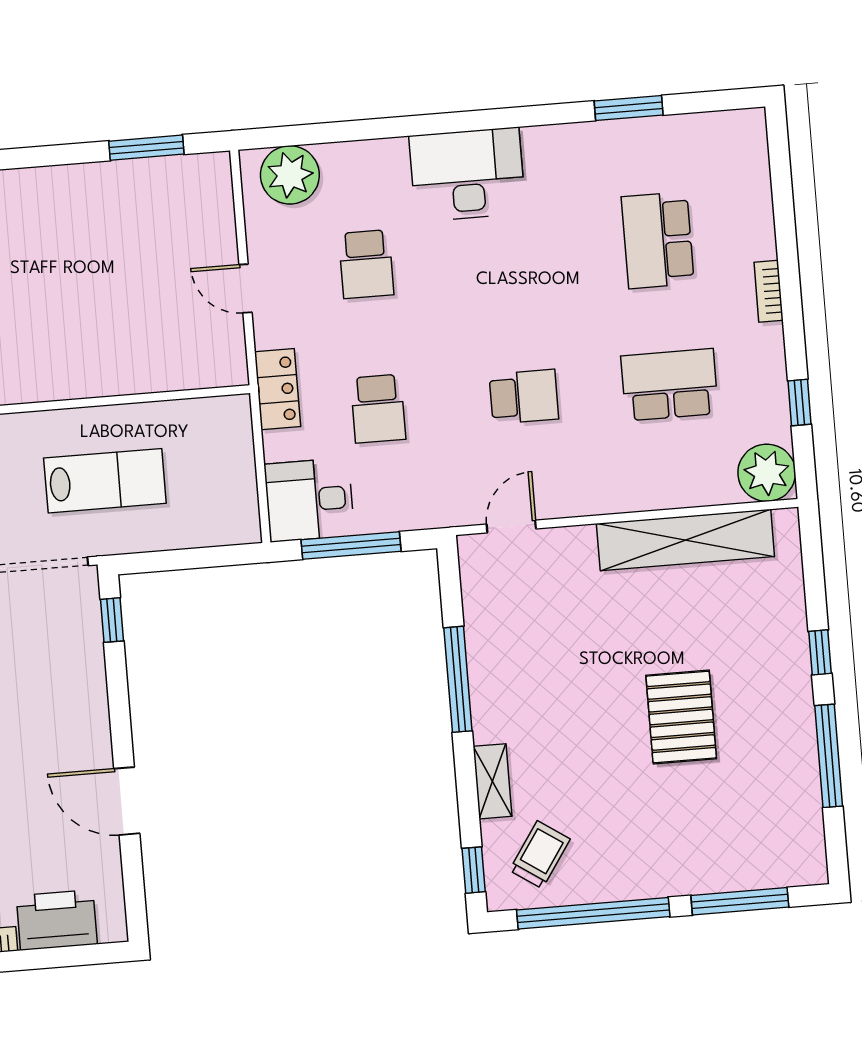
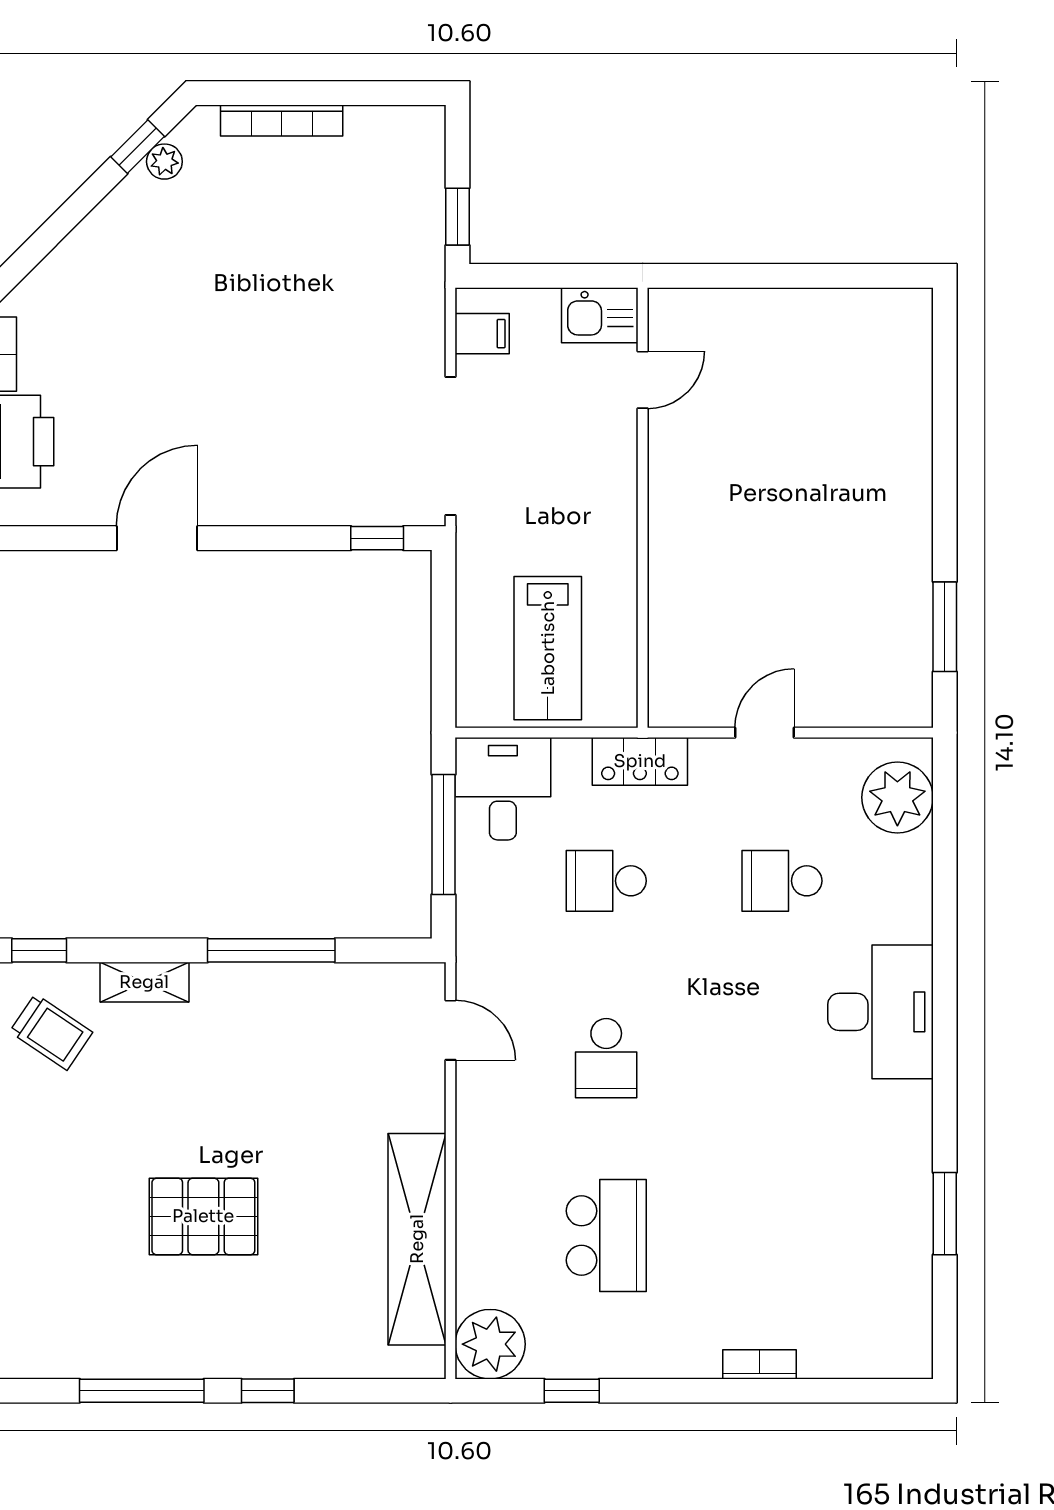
school desk: (658, 240) -> (782, 1236), removed
bookcase: (769, 291) -> (760, 1364), moved
lab bench: (105, 481) -> (548, 648), moved

